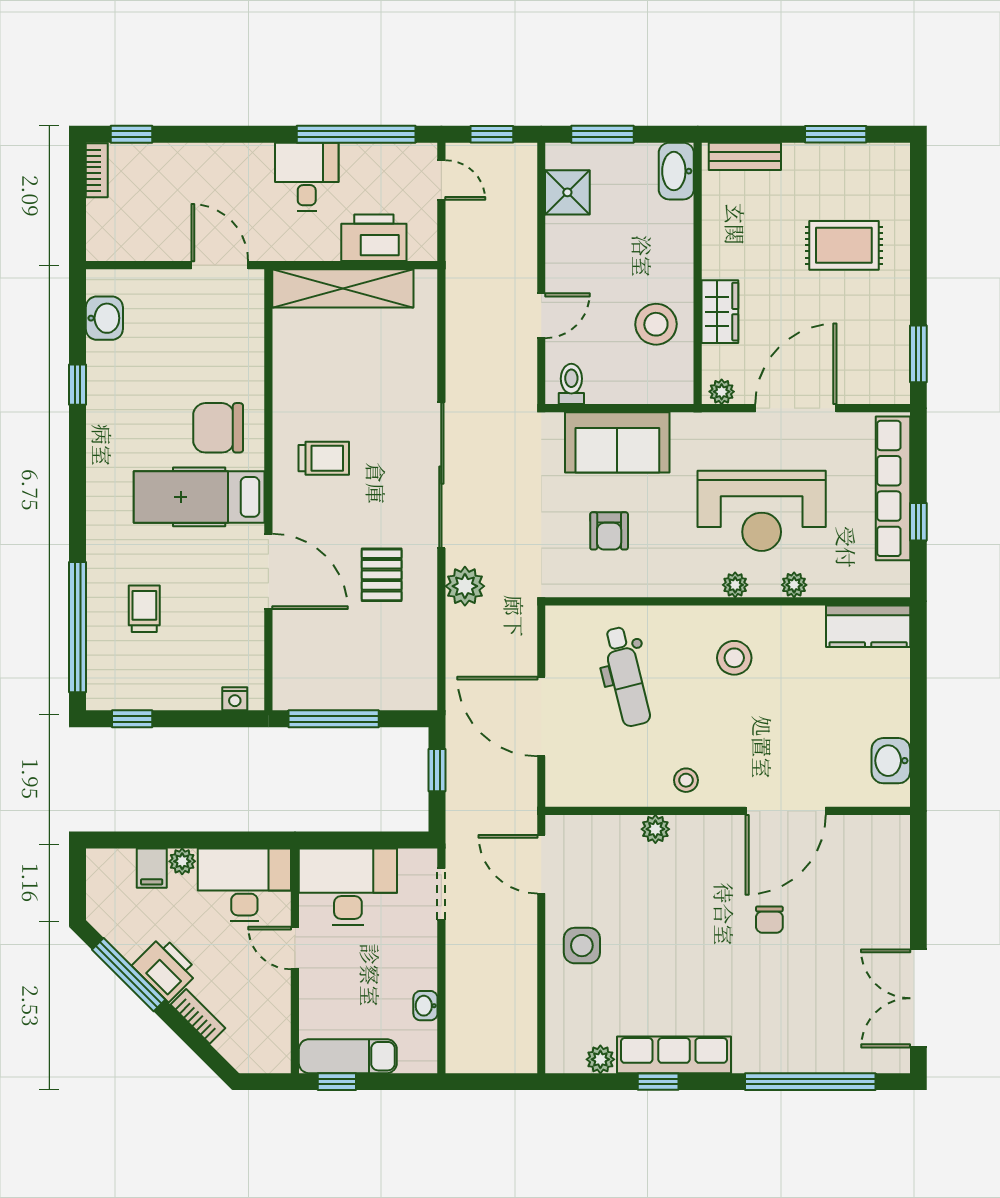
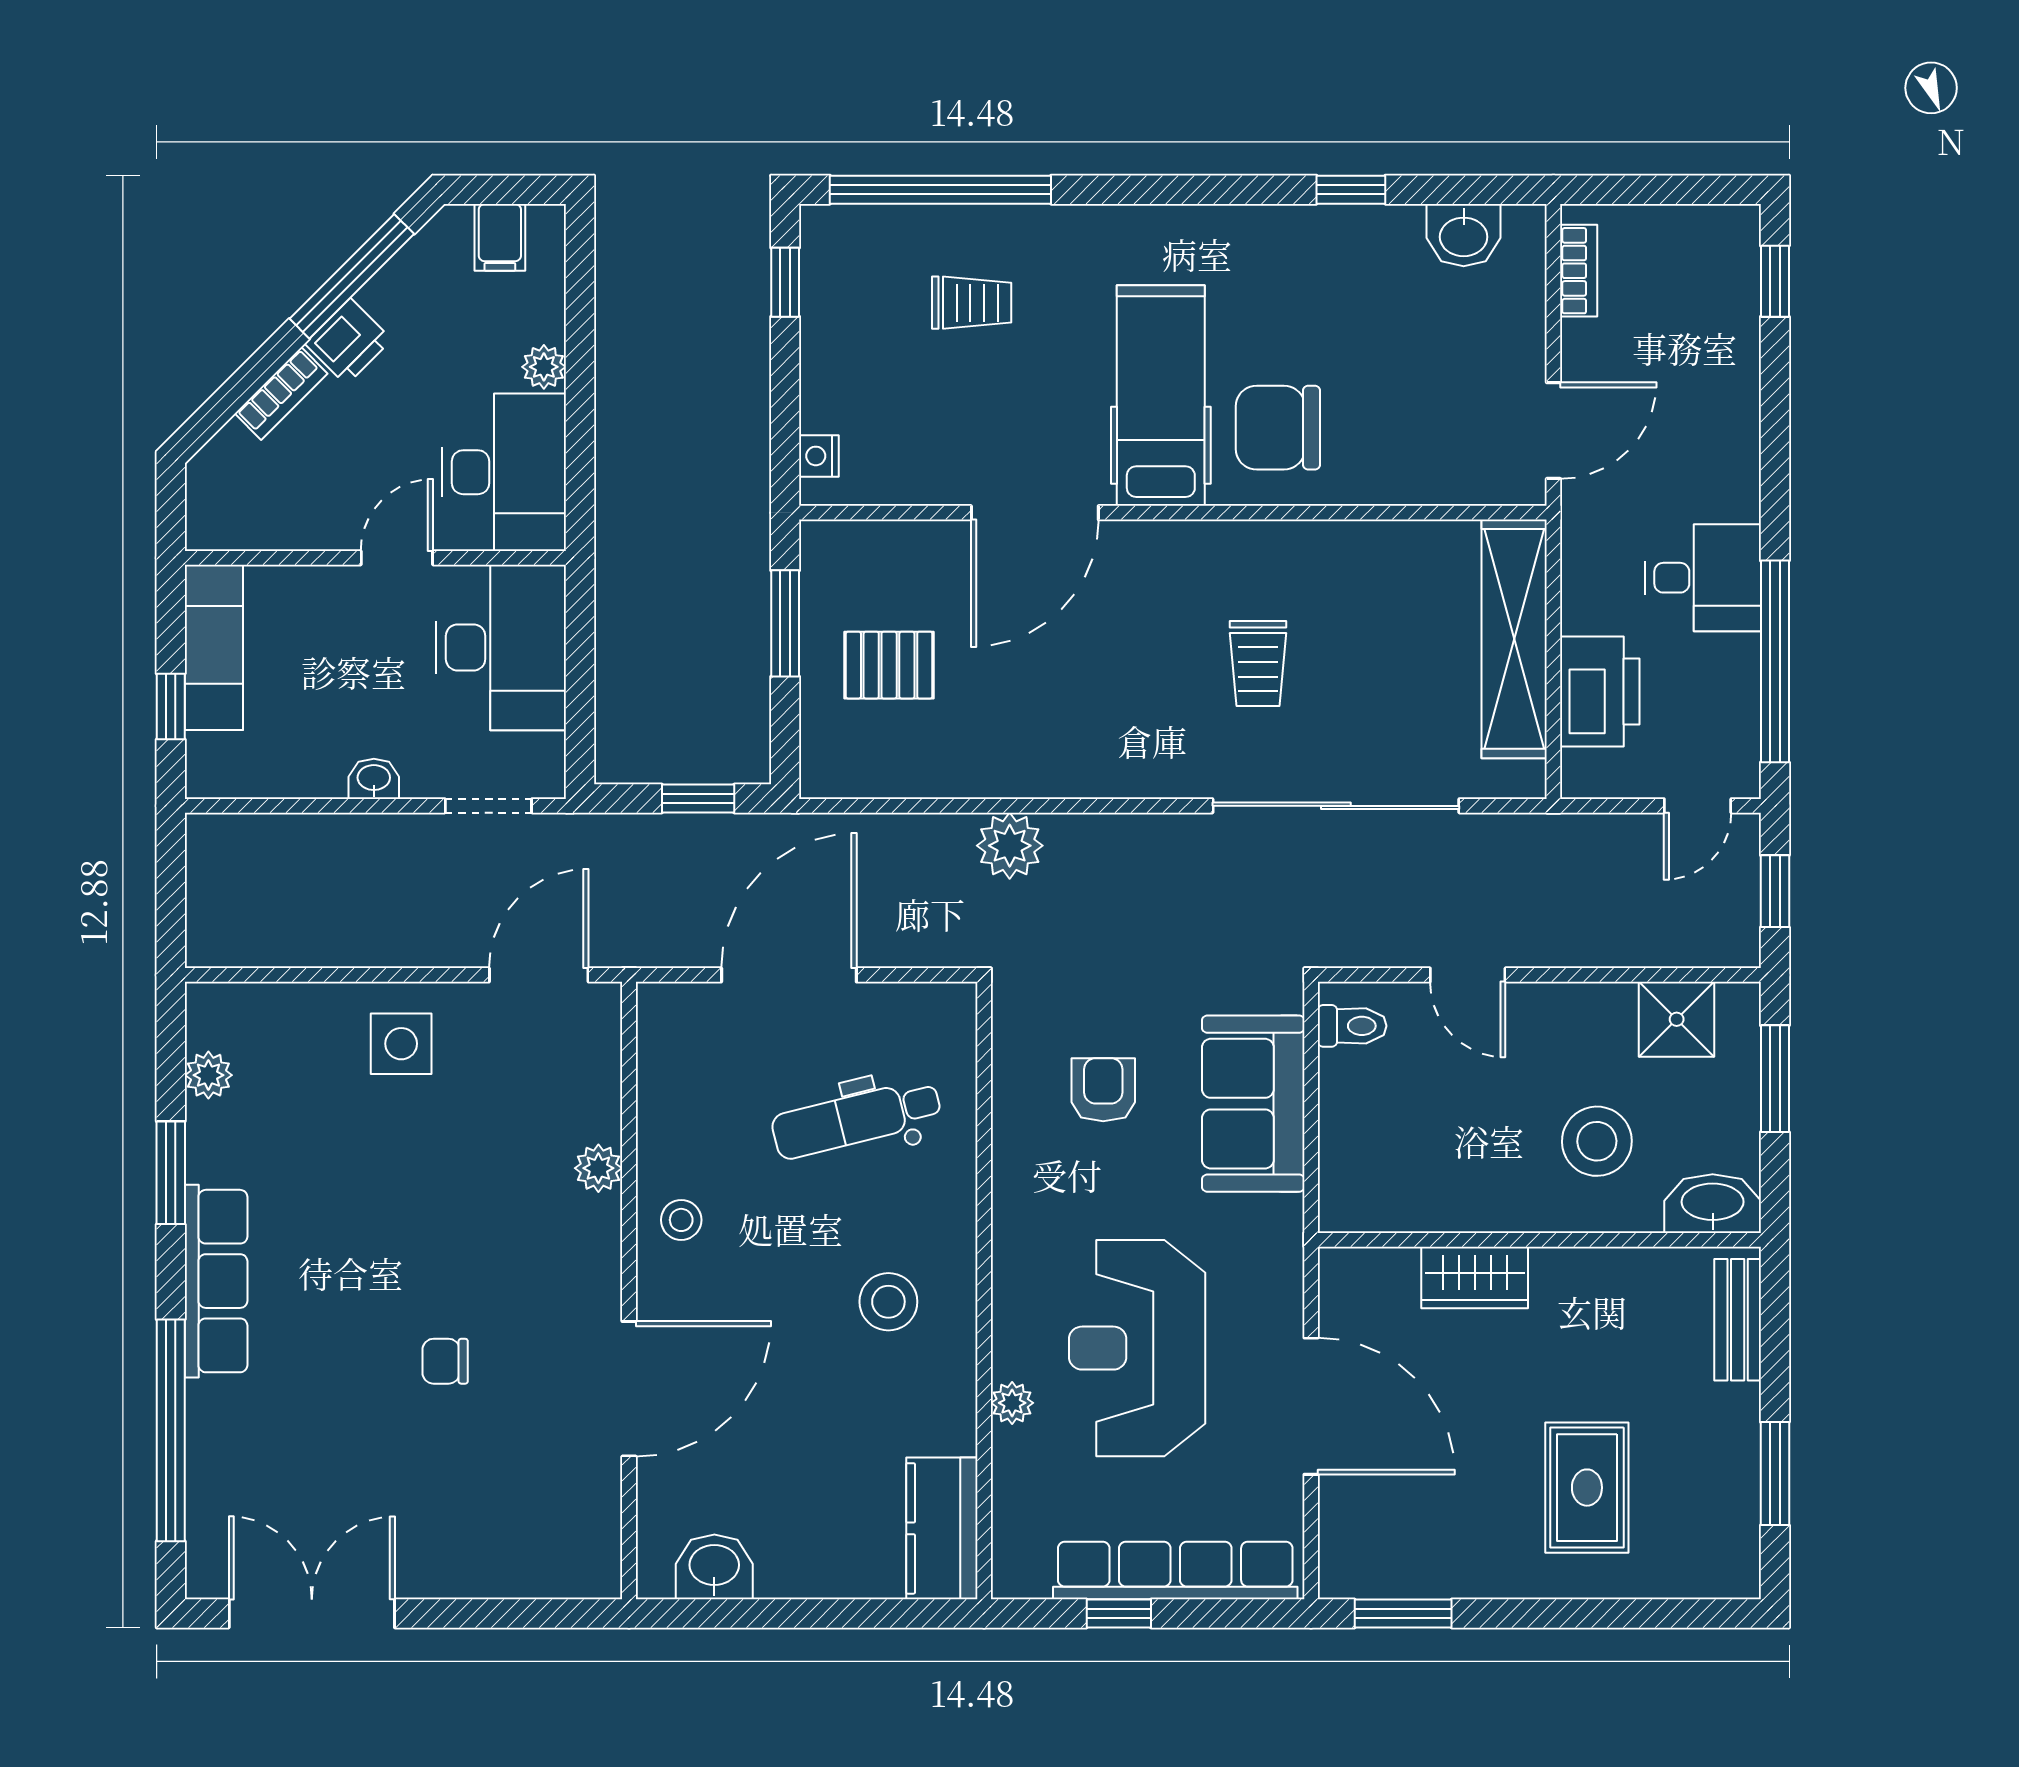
bookcase: (97, 170) -> (1579, 271), moved, turned -90
stool: (656, 324) -> (1597, 1141), moved
plant: (722, 392) -> (1339, 1280), removed
chair: (218, 428) -> (1278, 428), turned -90
trolley: (324, 458) -> (1258, 663), moved
sliding door: (441, 475) -> (1336, 806), moved
armchair: (609, 531) -> (1103, 1090), turned 90
pallet: (382, 575) -> (889, 665), moved
plant: (735, 585) -> (1012, 1303), removed
window: (334, 719) -> (785, 623), width x0.69
door: (786, 811) -> (629, 1389), swing flipped
filing cabinet: (152, 868) -> (500, 237), moved, turned -90
printer: (165, 969) -> (348, 342), width x0.73, depth x0.81
washbasin: (425, 1006) -> (374, 779), moved
row of seats: (674, 1055) -> (216, 1281), moved
window: (337, 1082) -> (171, 706), moved
window: (658, 1082) -> (171, 1173), width x1.50

